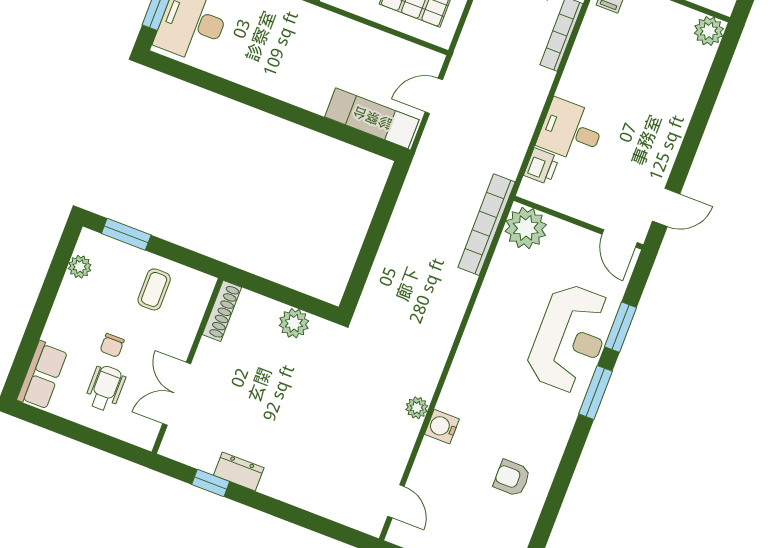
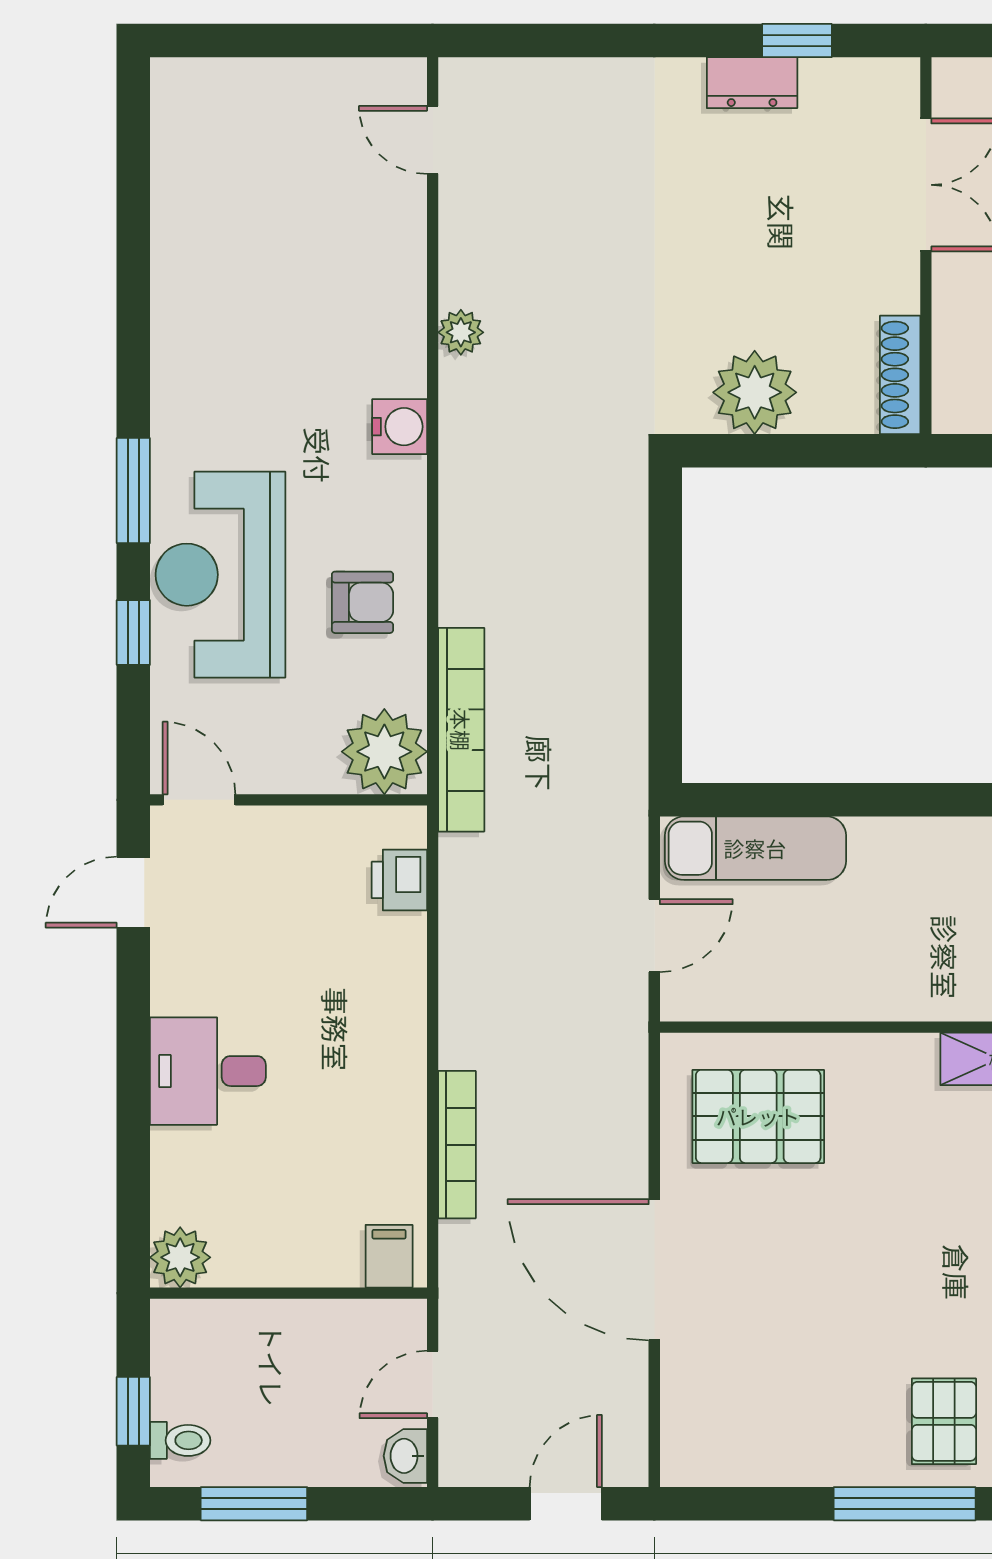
desk: (571, 131) -> (208, 1071), moved, turned 180
plant: (294, 323) -> (755, 392), width x1.36, depth x1.36
window: (620, 327) -> (133, 632), width x0.67
water cooler: (442, 427) -> (400, 427), moved
armchair: (512, 478) -> (362, 602), moved

